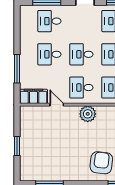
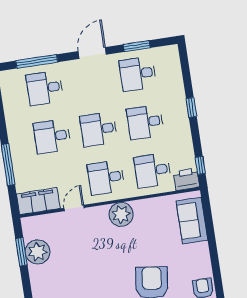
door: (57, 105) -> (74, 208), hinge flipped
plant: (28, 130) -> (38, 252), added
window: (17, 146) -> (21, 252), moved

